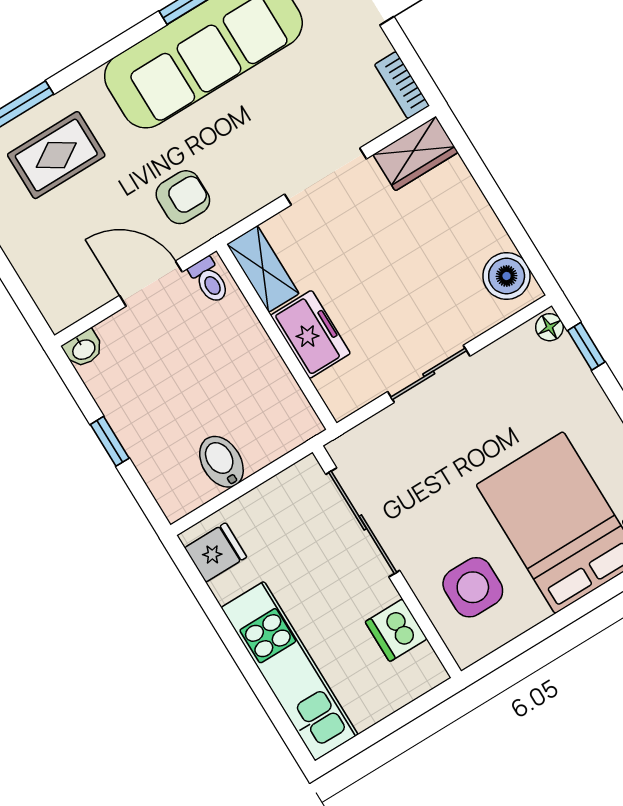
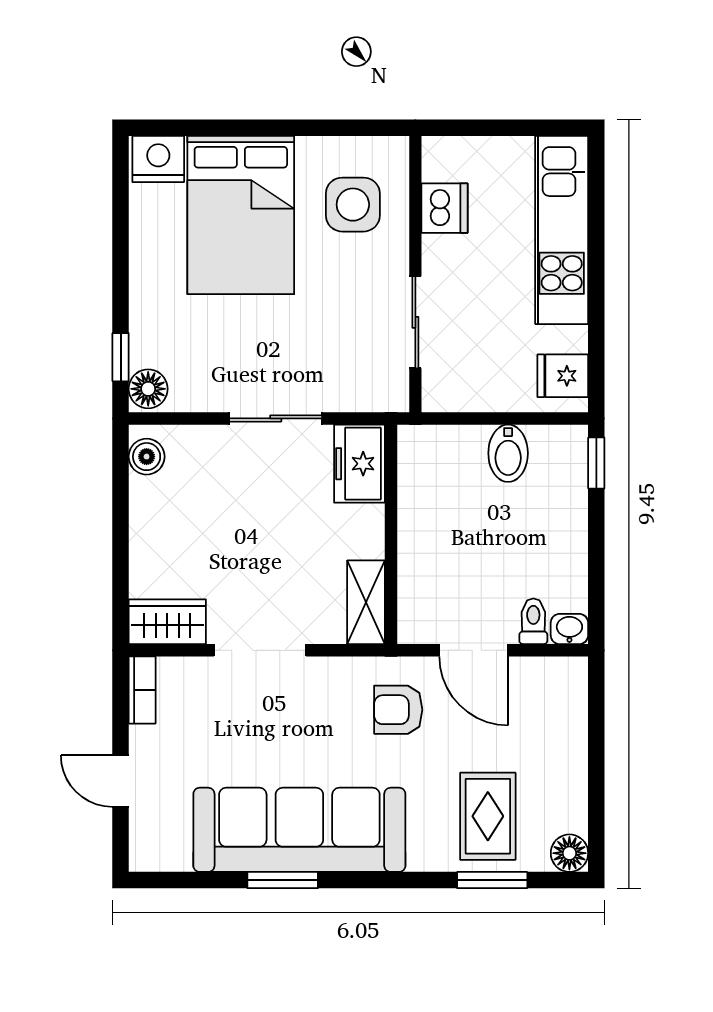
rug: (56, 155) -> (488, 816), turned 90
boiler: (507, 276) -> (147, 457), width x0.73, depth x0.73
toilet: (209, 280) -> (533, 621), moved
floor lamp: (549, 327) -> (148, 389), width x1.37, depth x1.37
freezer: (310, 334) -> (359, 464), moved
window: (110, 441) -> (596, 463), moved
sliding door: (363, 522) -> (415, 322), width x0.73

